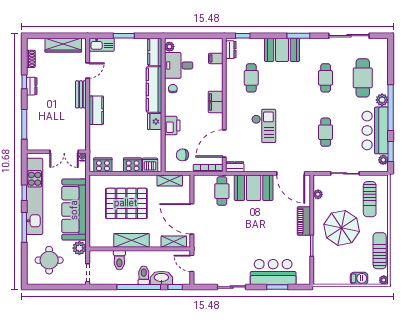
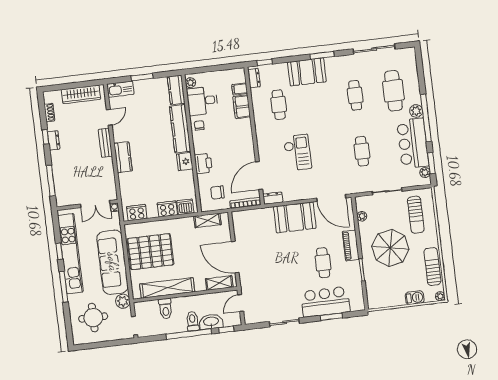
filing cabinet: (216, 102) -> (242, 107), moved
cafe table: (222, 191) -> (323, 263), moved
pallet: (126, 203) -> (150, 252), moved
shelving: (132, 240) -> (167, 288), width x1.47
door: (192, 263) -> (241, 303), hinge flipped

